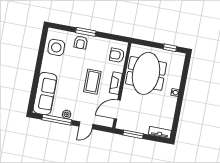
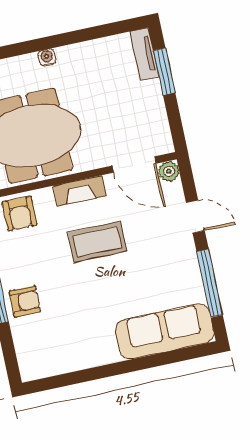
side table: (56, 47) -> (57, 349), removed
plant: (67, 114) -> (169, 171), moved
window: (133, 134) -> (164, 72), moved

